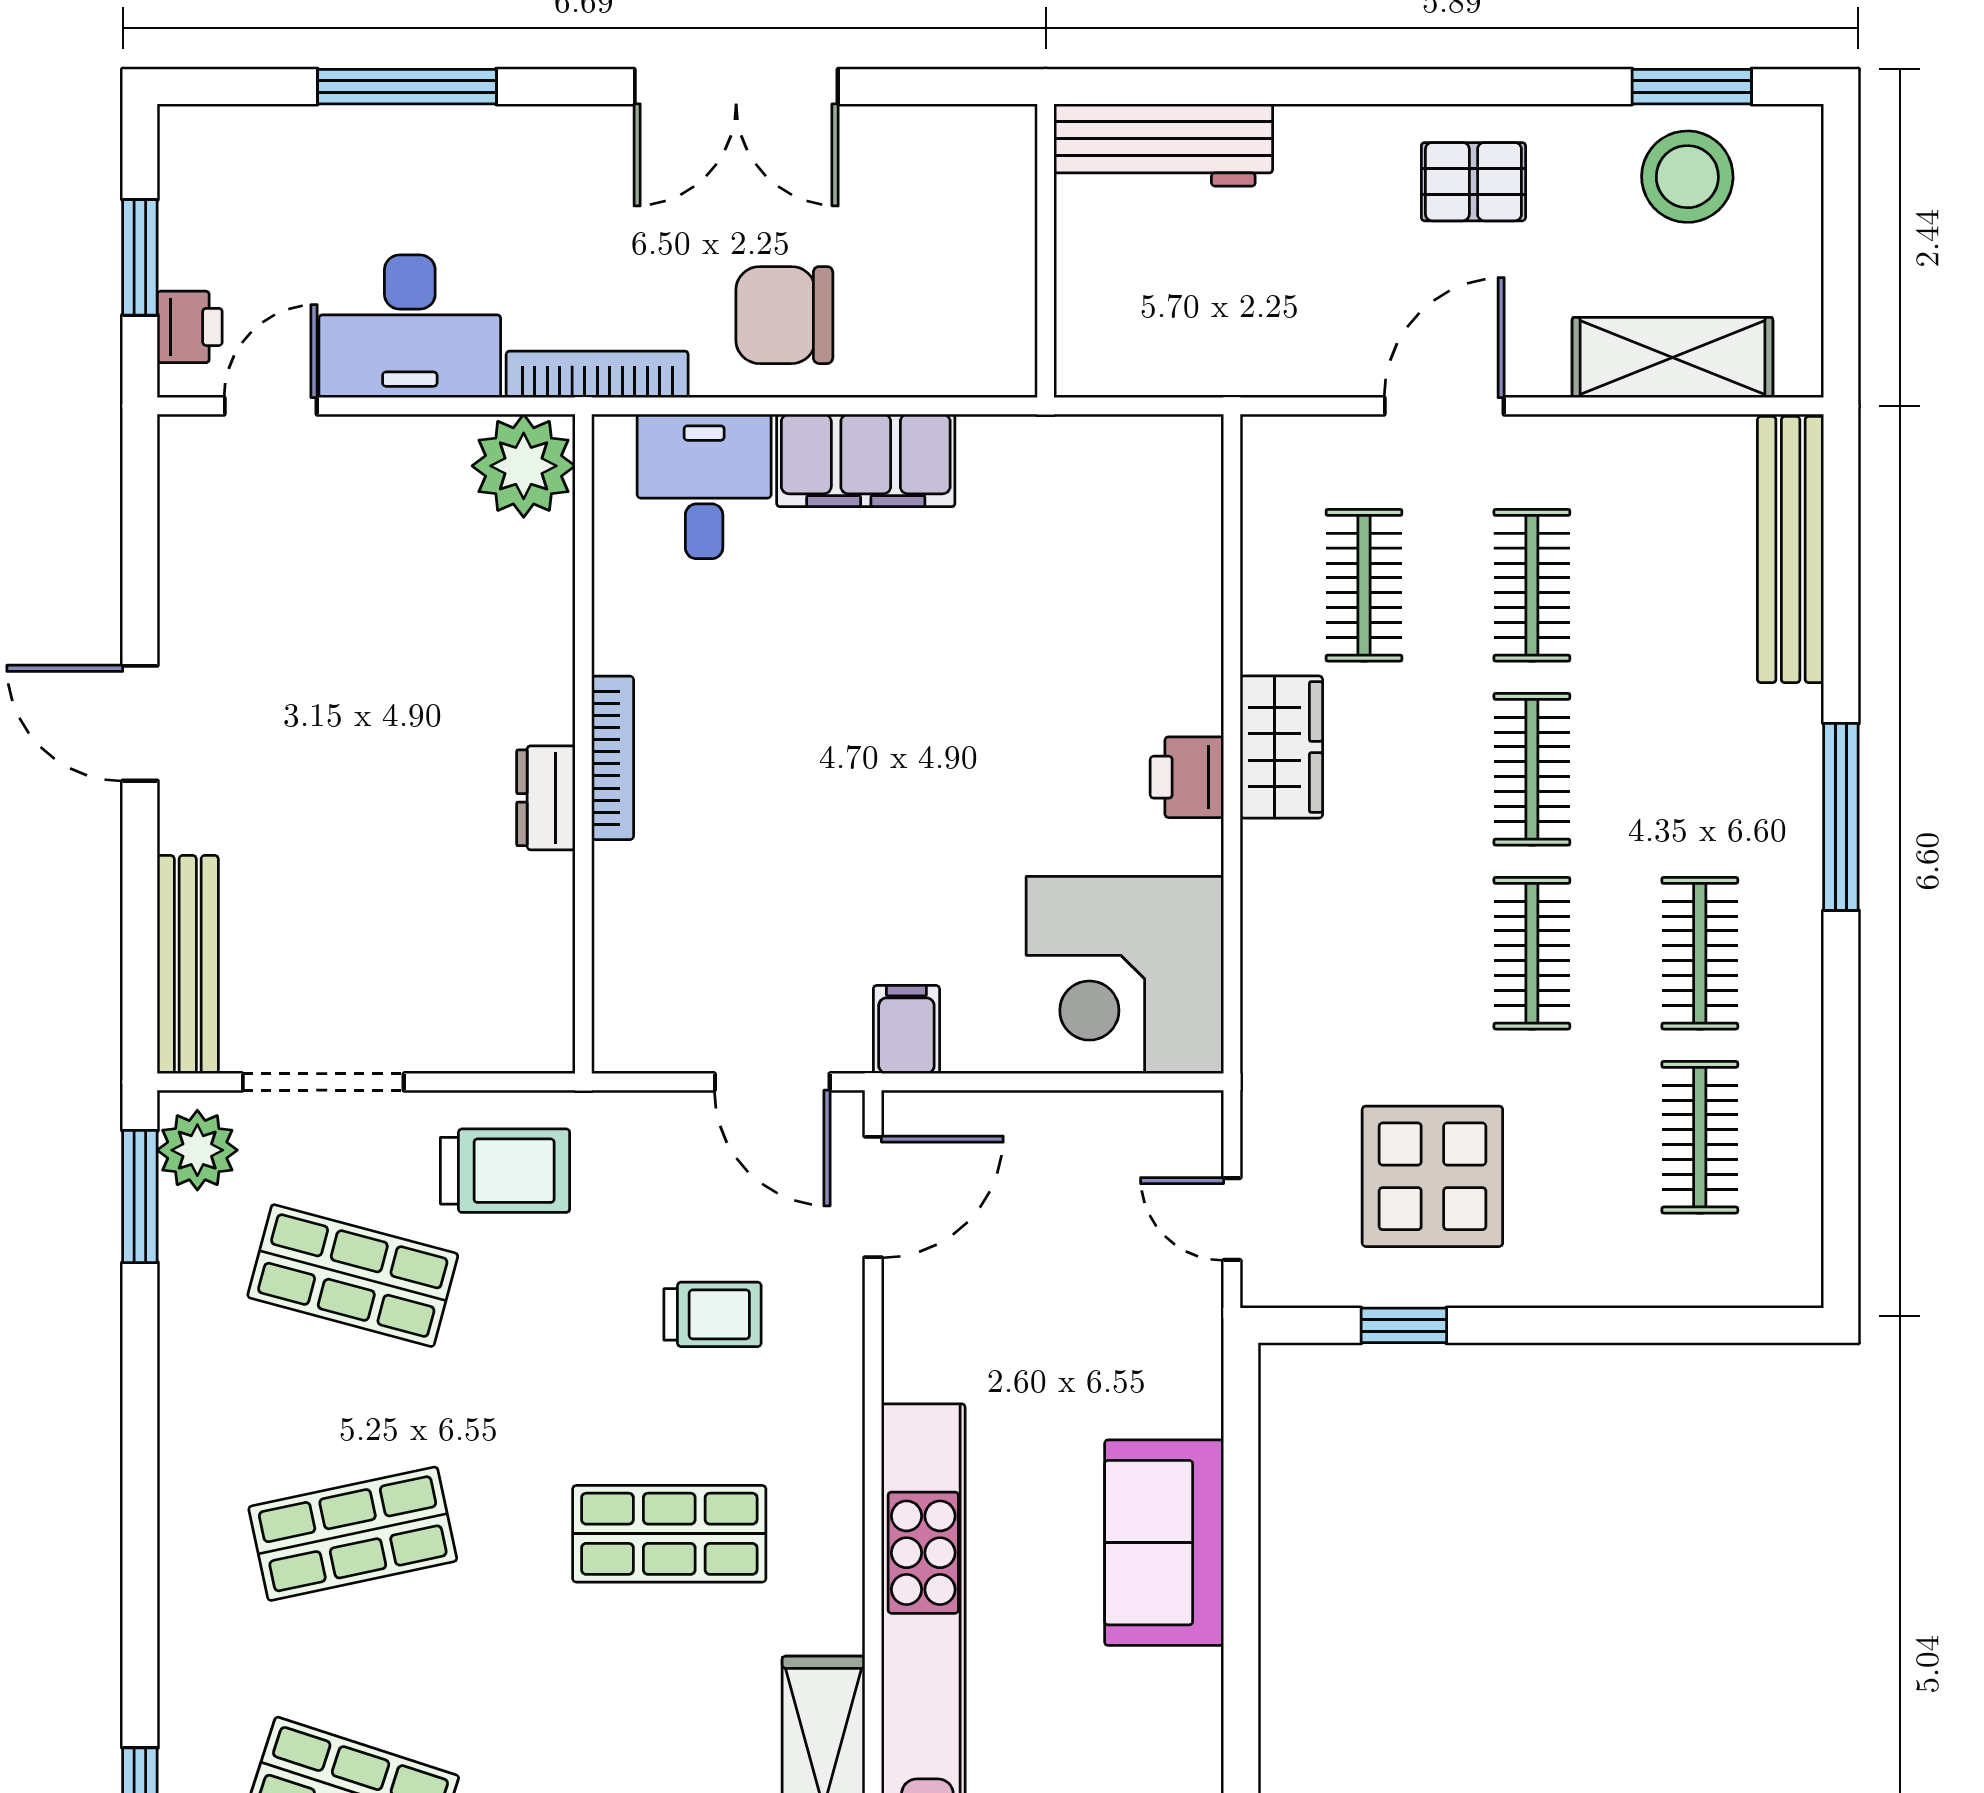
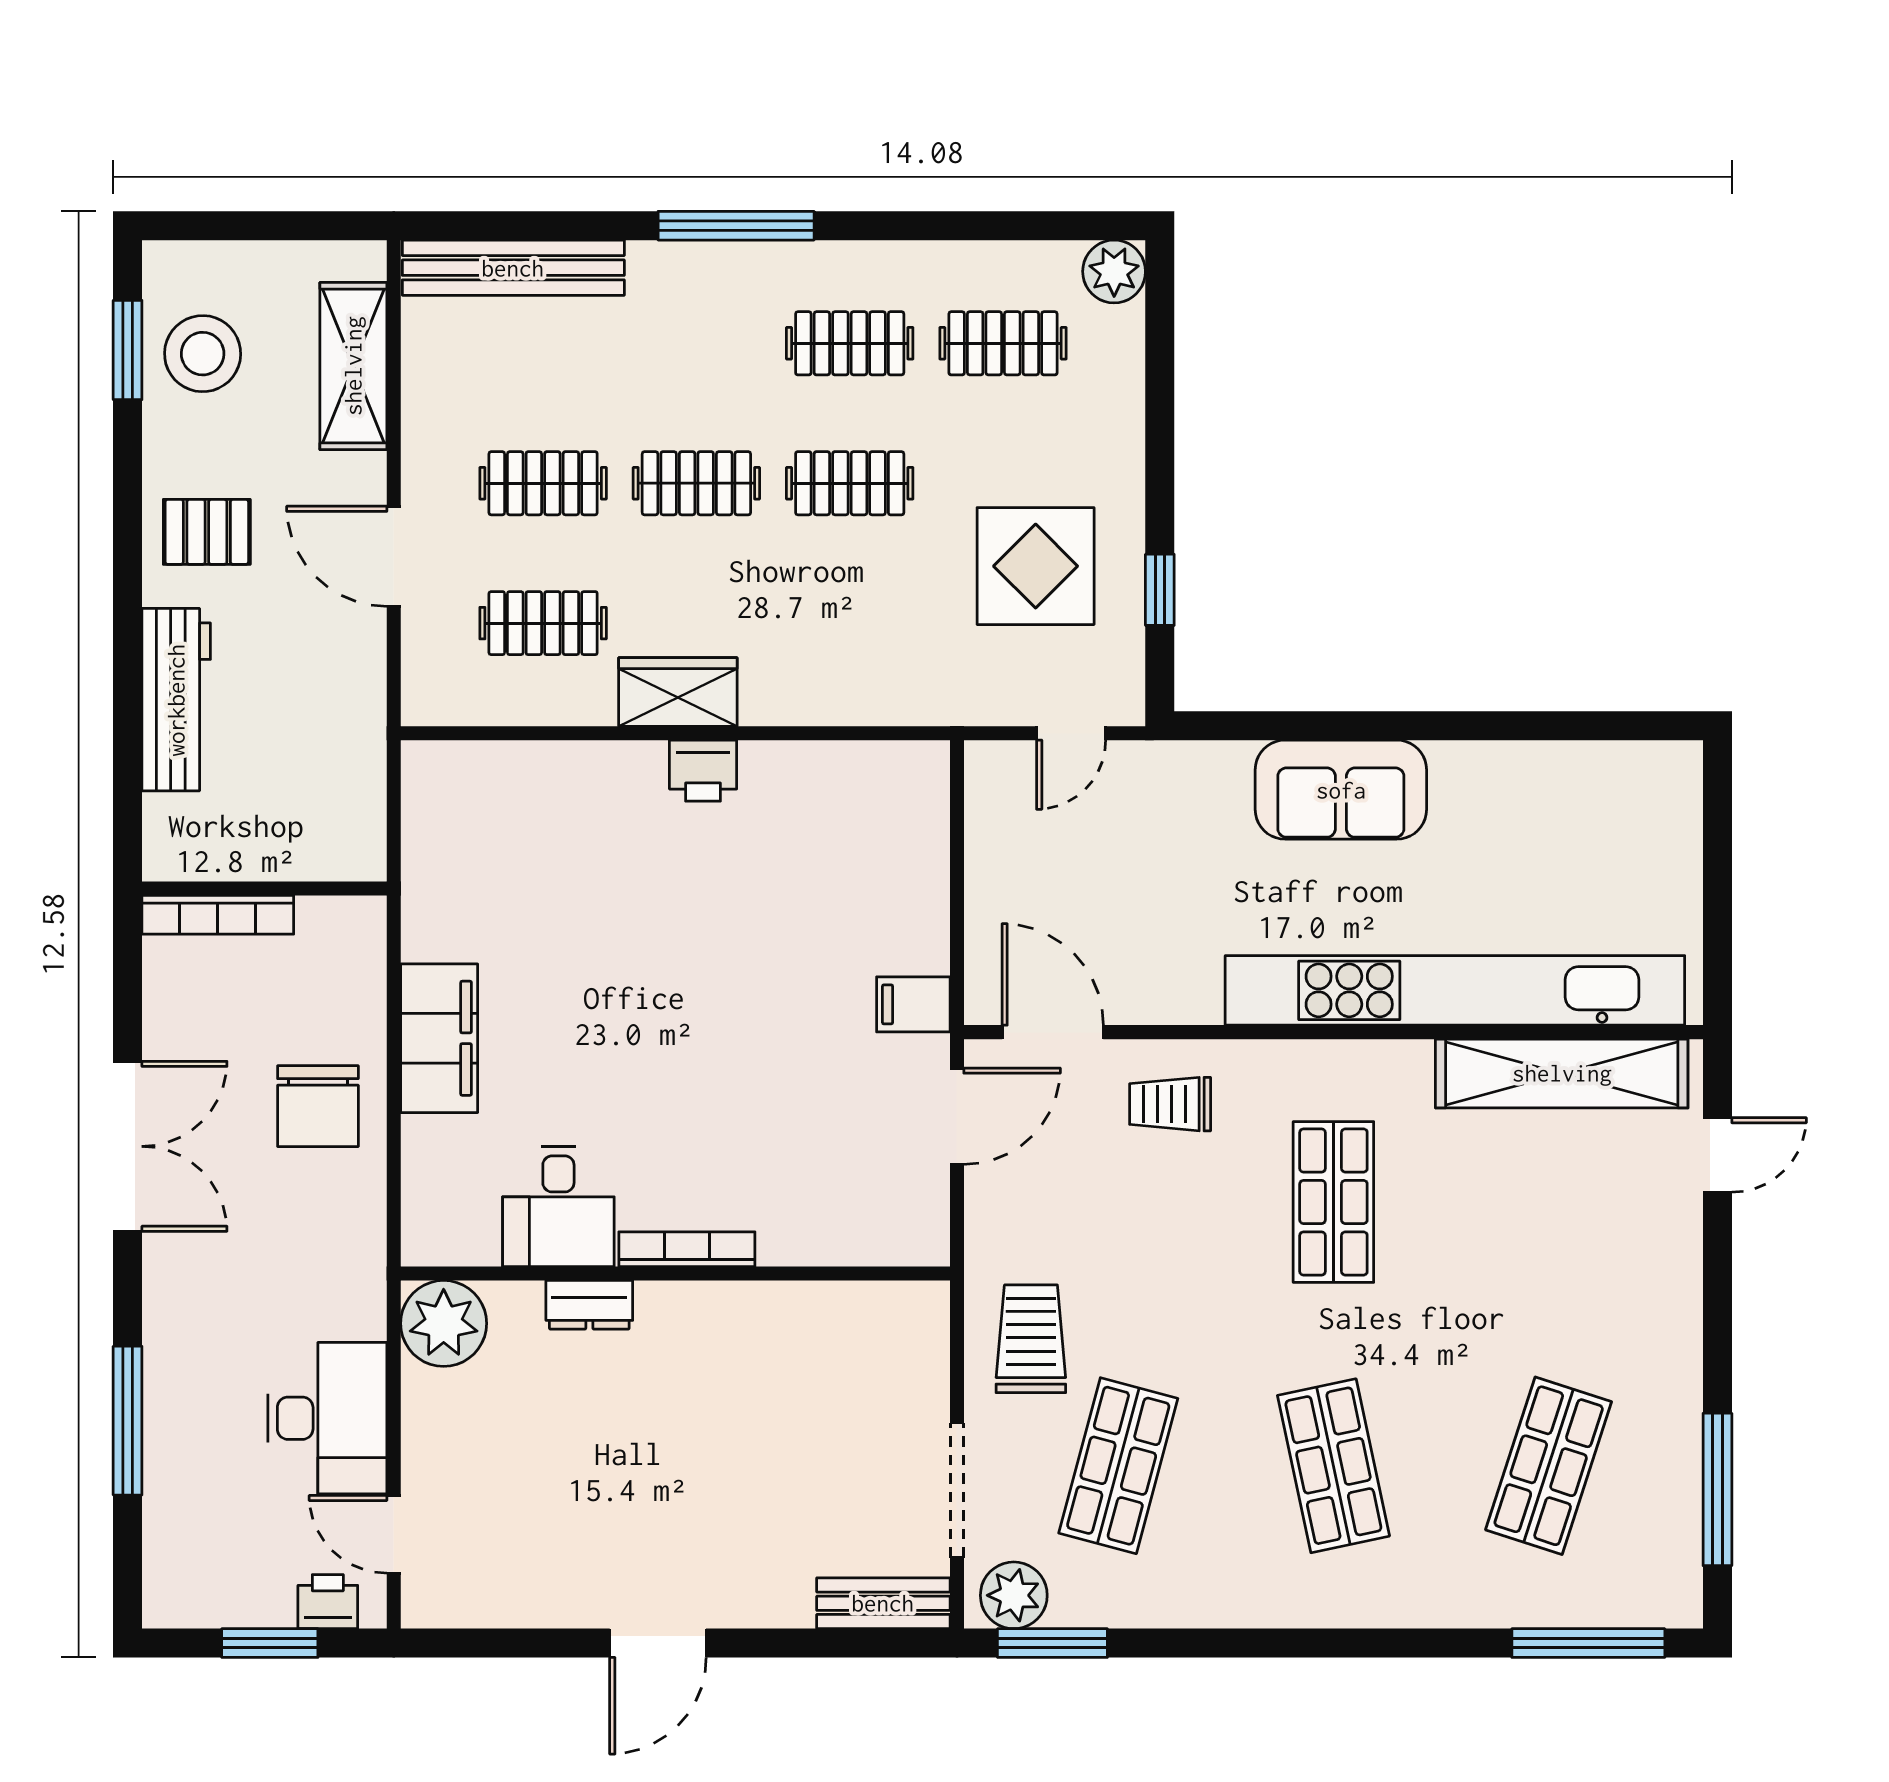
workbench: (1163, 145) -> (176, 700), moved
pallet: (1473, 182) -> (207, 532), turned 90
bookcase: (597, 374) -> (218, 915), moved, turned -90
desk: (704, 486) -> (558, 1206), moved, turned -90
dresser: (546, 798) -> (589, 1305), moved
bench: (188, 965) -> (883, 1603), width x0.73
corner desk: (1125, 975) -> (868, 822), removed
plant: (1786, 1270) -> (1114, 271), added
trolley: (713, 1314) -> (1170, 1104), moved, turned -90

